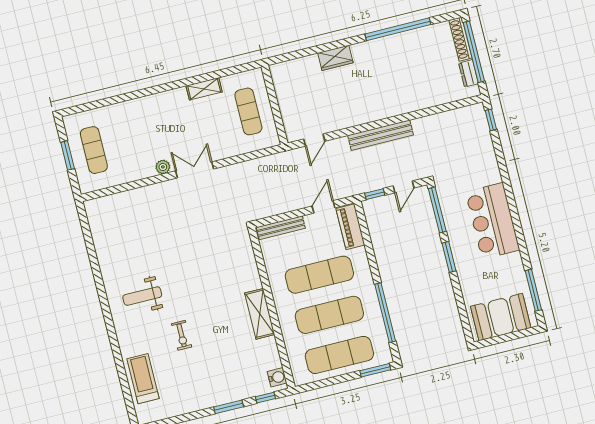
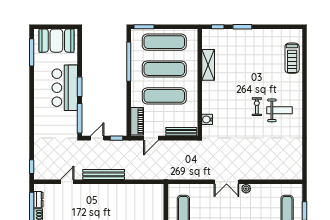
door: (314, 140) -> (67, 182), moved
bar counter: (493, 221) -> (65, 88), moved, turned 180
shelving: (260, 314) -> (208, 65), moved
exercise bike: (182, 335) -> (257, 107), moved
water cooler: (277, 377) -> (207, 119), moved

